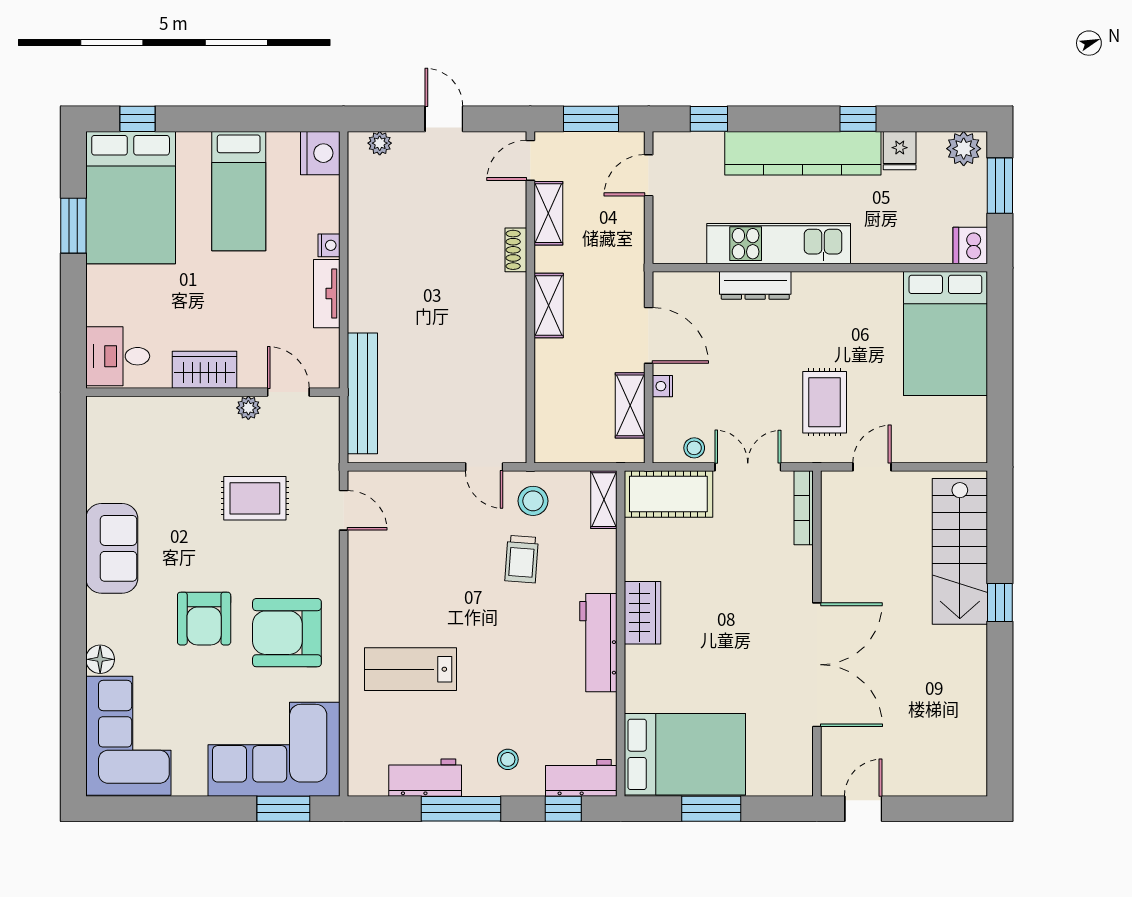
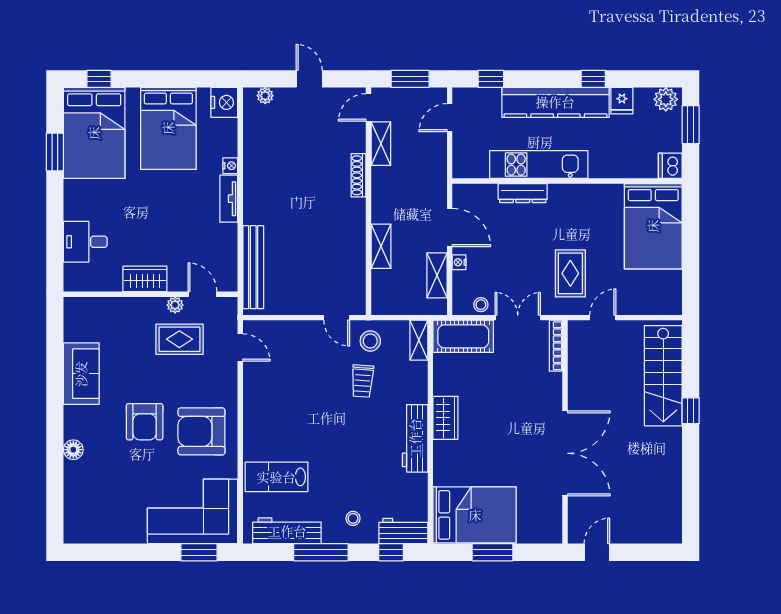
bed: (239, 191) -> (168, 128), width x1.50
shoe rack: (516, 250) -> (359, 175), width x1.43
shelving: (549, 305) -> (381, 246), moved
wardrobe: (205, 370) -> (145, 279), moved
wall: (213, 392) -> (151, 294), moved
door: (288, 392) -> (202, 294), moved
plant: (248, 408) -> (175, 305), moved
lab bench: (410, 669) -> (276, 477), moved
corner sofa: (128, 736) -> (93, 502), removed
workbench: (425, 778) -> (287, 531), width x1.38

